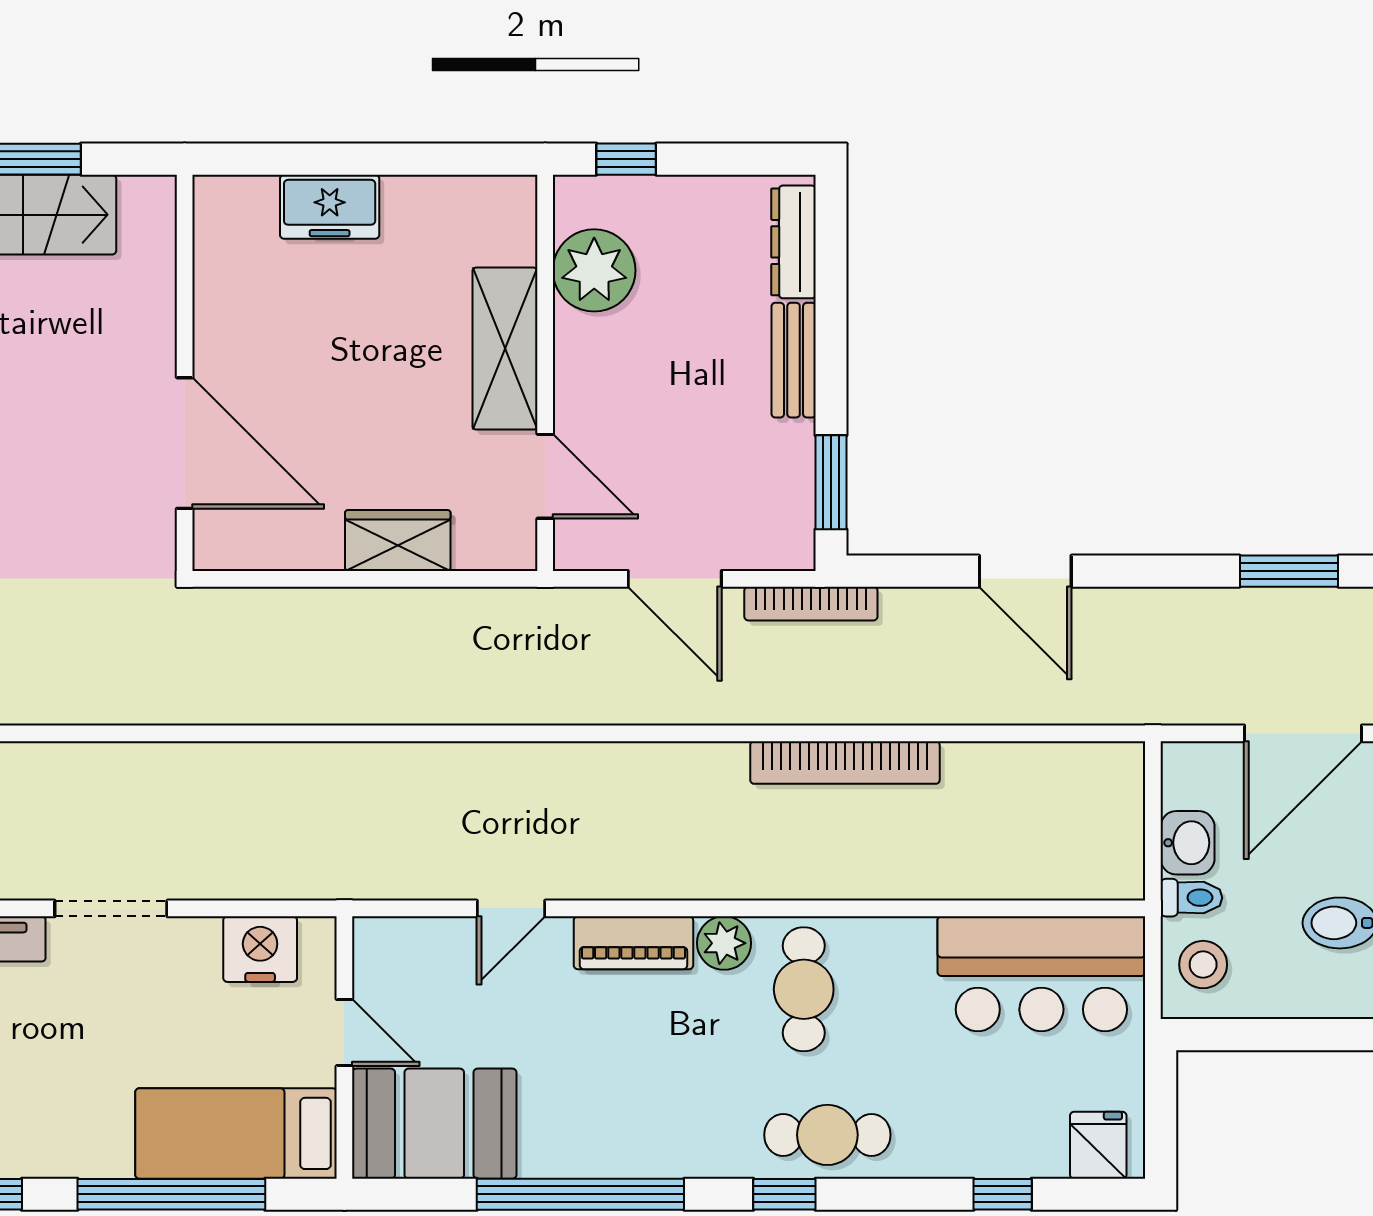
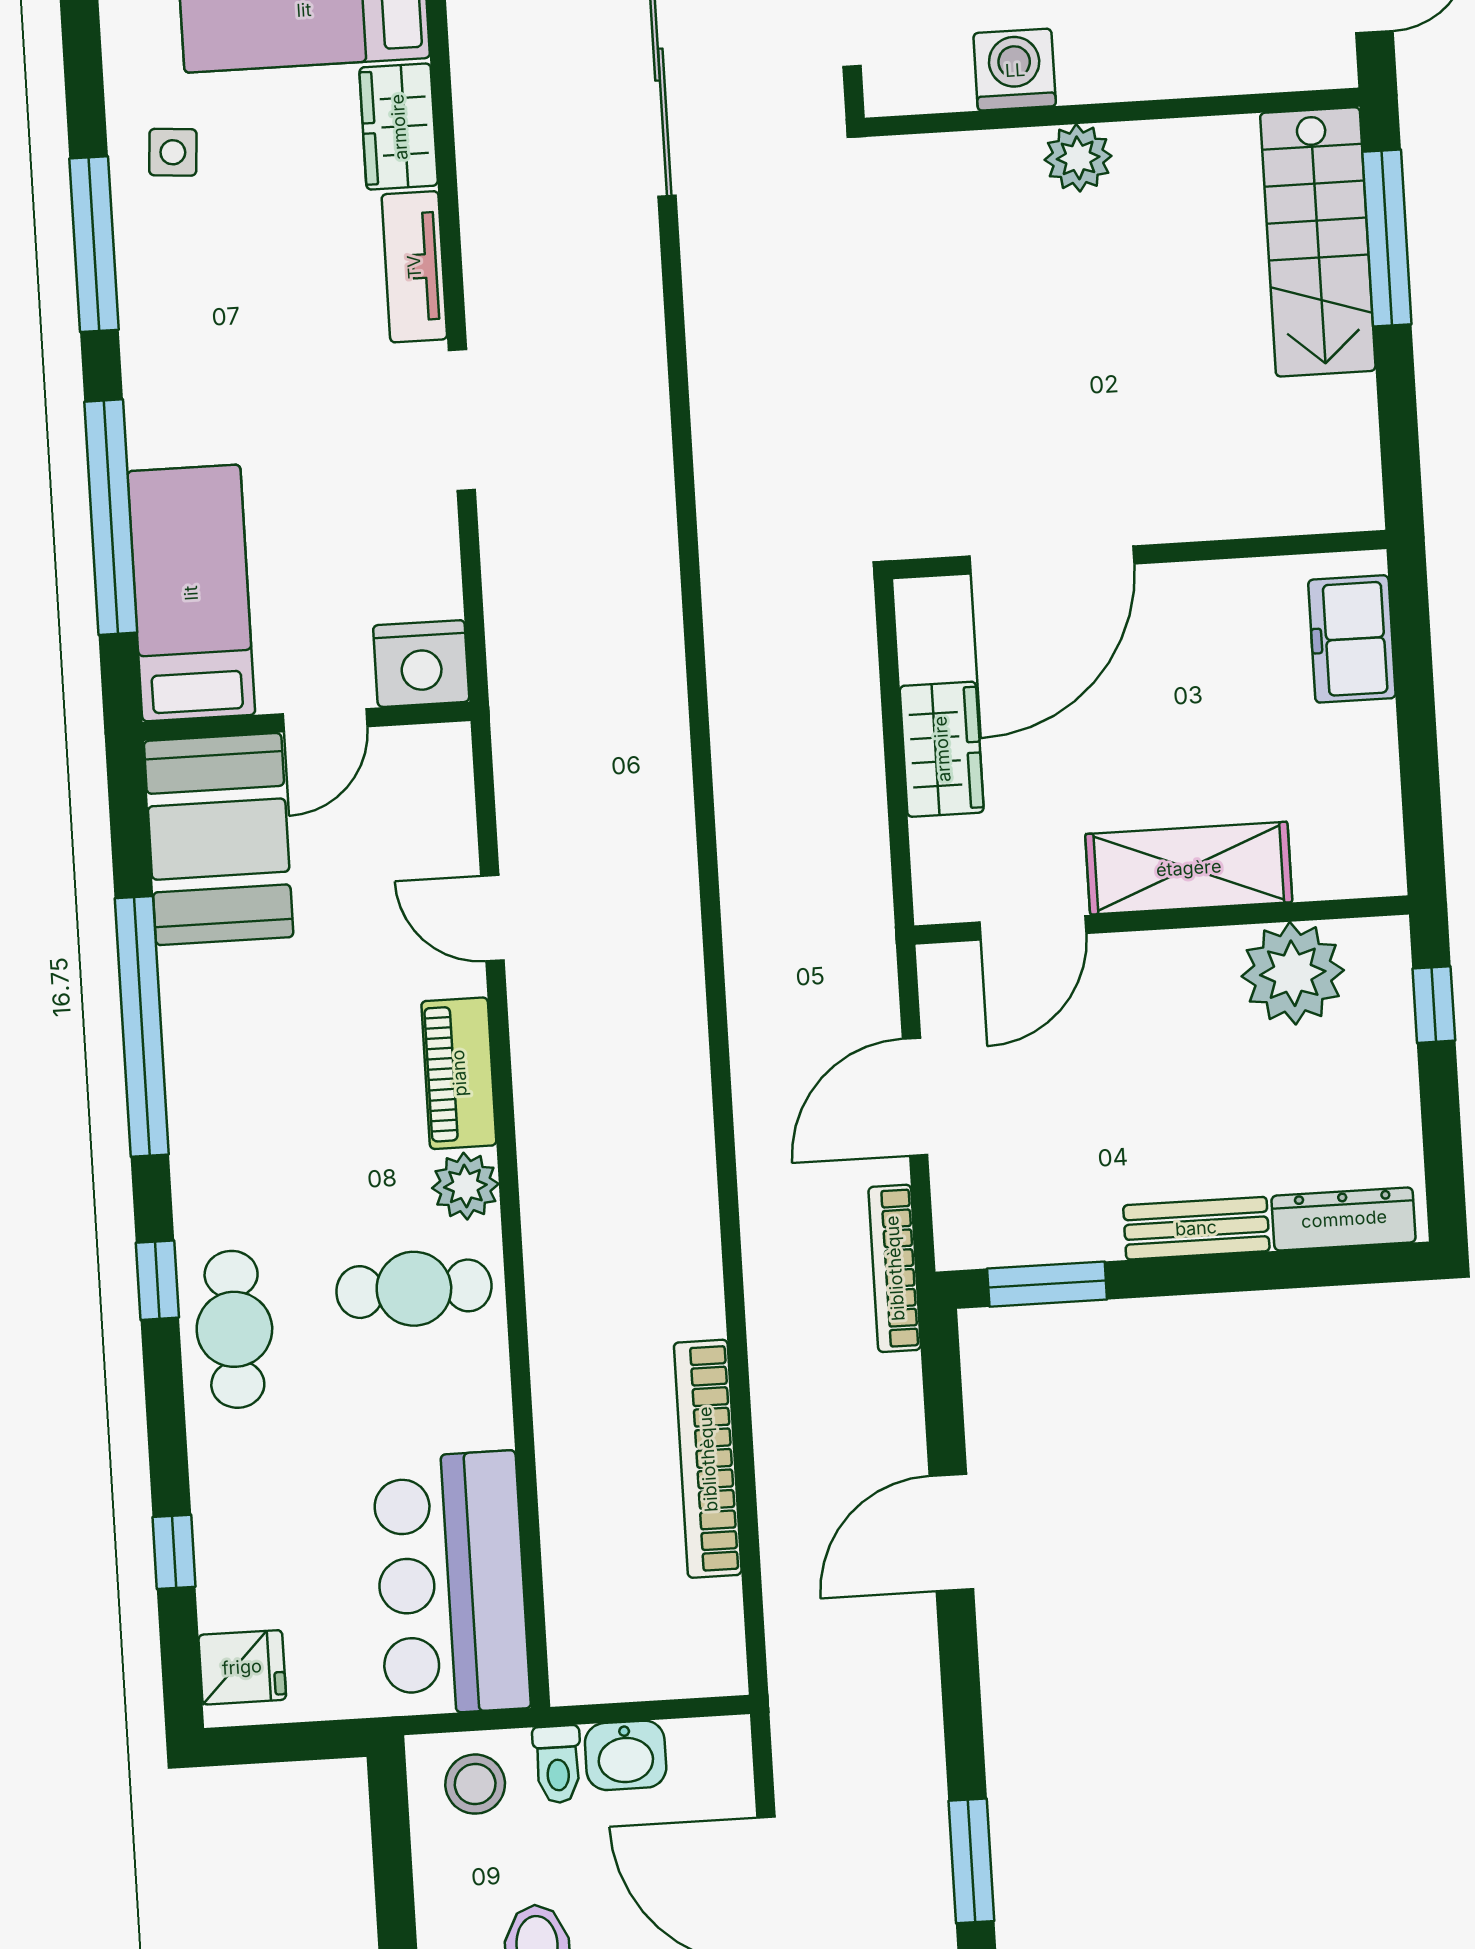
wall: (185, 373) -> (1139, 555), moved
door: (185, 443) -> (1052, 560), moved
bookcase: (845, 763) -> (708, 1459), moved
nightstand: (260, 949) -> (421, 664), moved, turned 90

